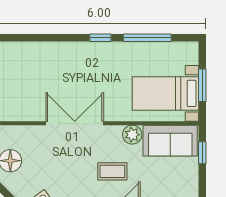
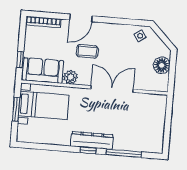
window: (147, 38) -> (124, 153), moved
dresser: (96, 51) -> (92, 140), added
double door: (75, 123) -> (112, 89), swing flipped

